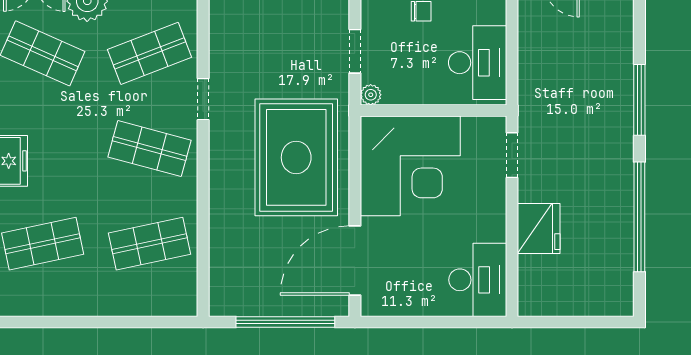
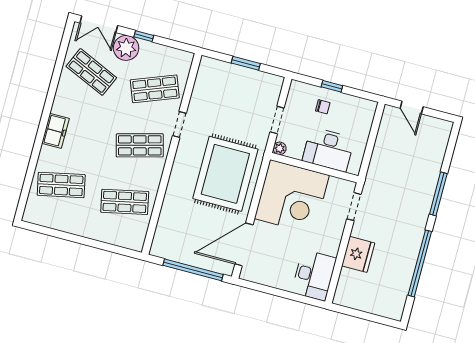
desk: (478, 63) -> (328, 150), moved, turned 90
shop shelf: (150, 149) -> (140, 145), turned -30

